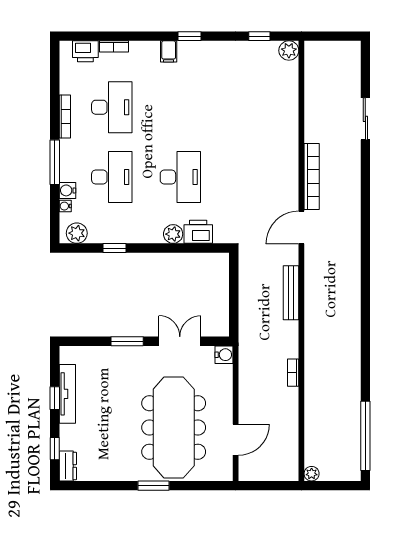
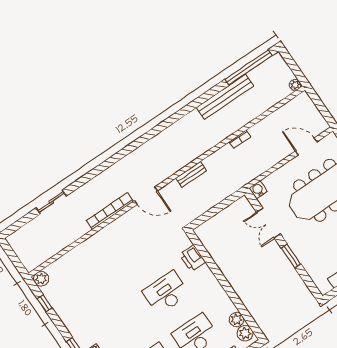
plant: (173, 234) -> (236, 320), moved
window: (115, 248) -> (238, 303), removed
bench: (291, 293) -> (191, 174), width x0.73
bench: (351, 388) -> (225, 97), added

